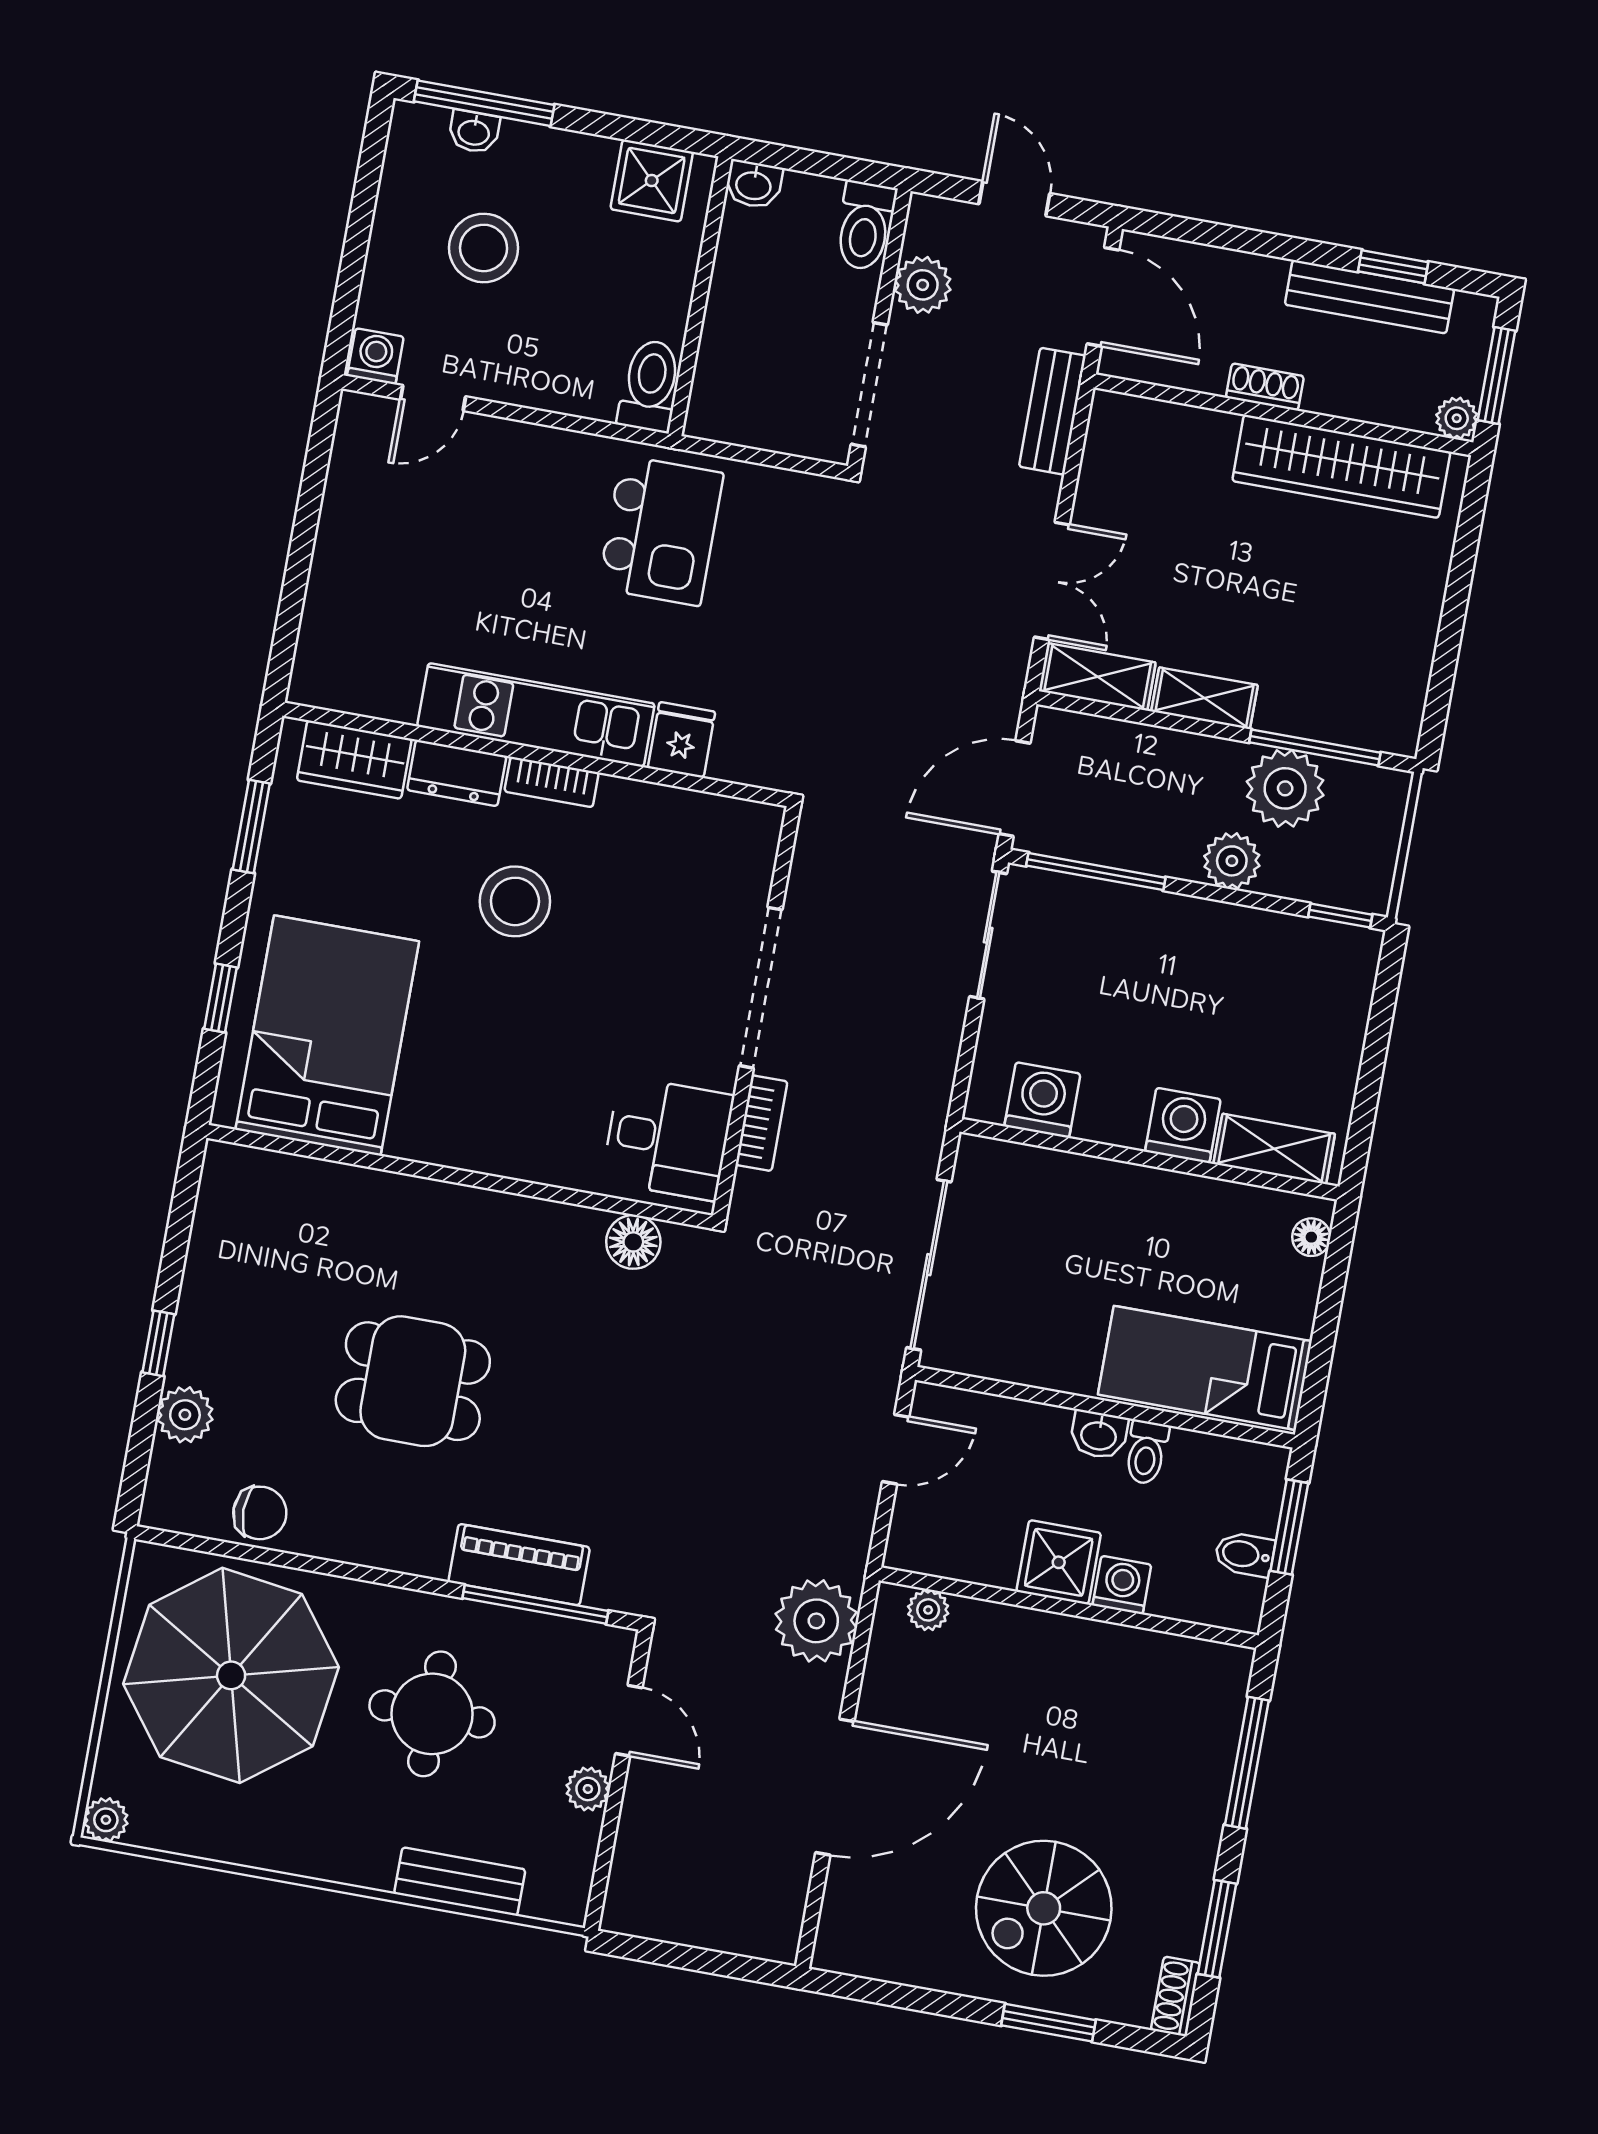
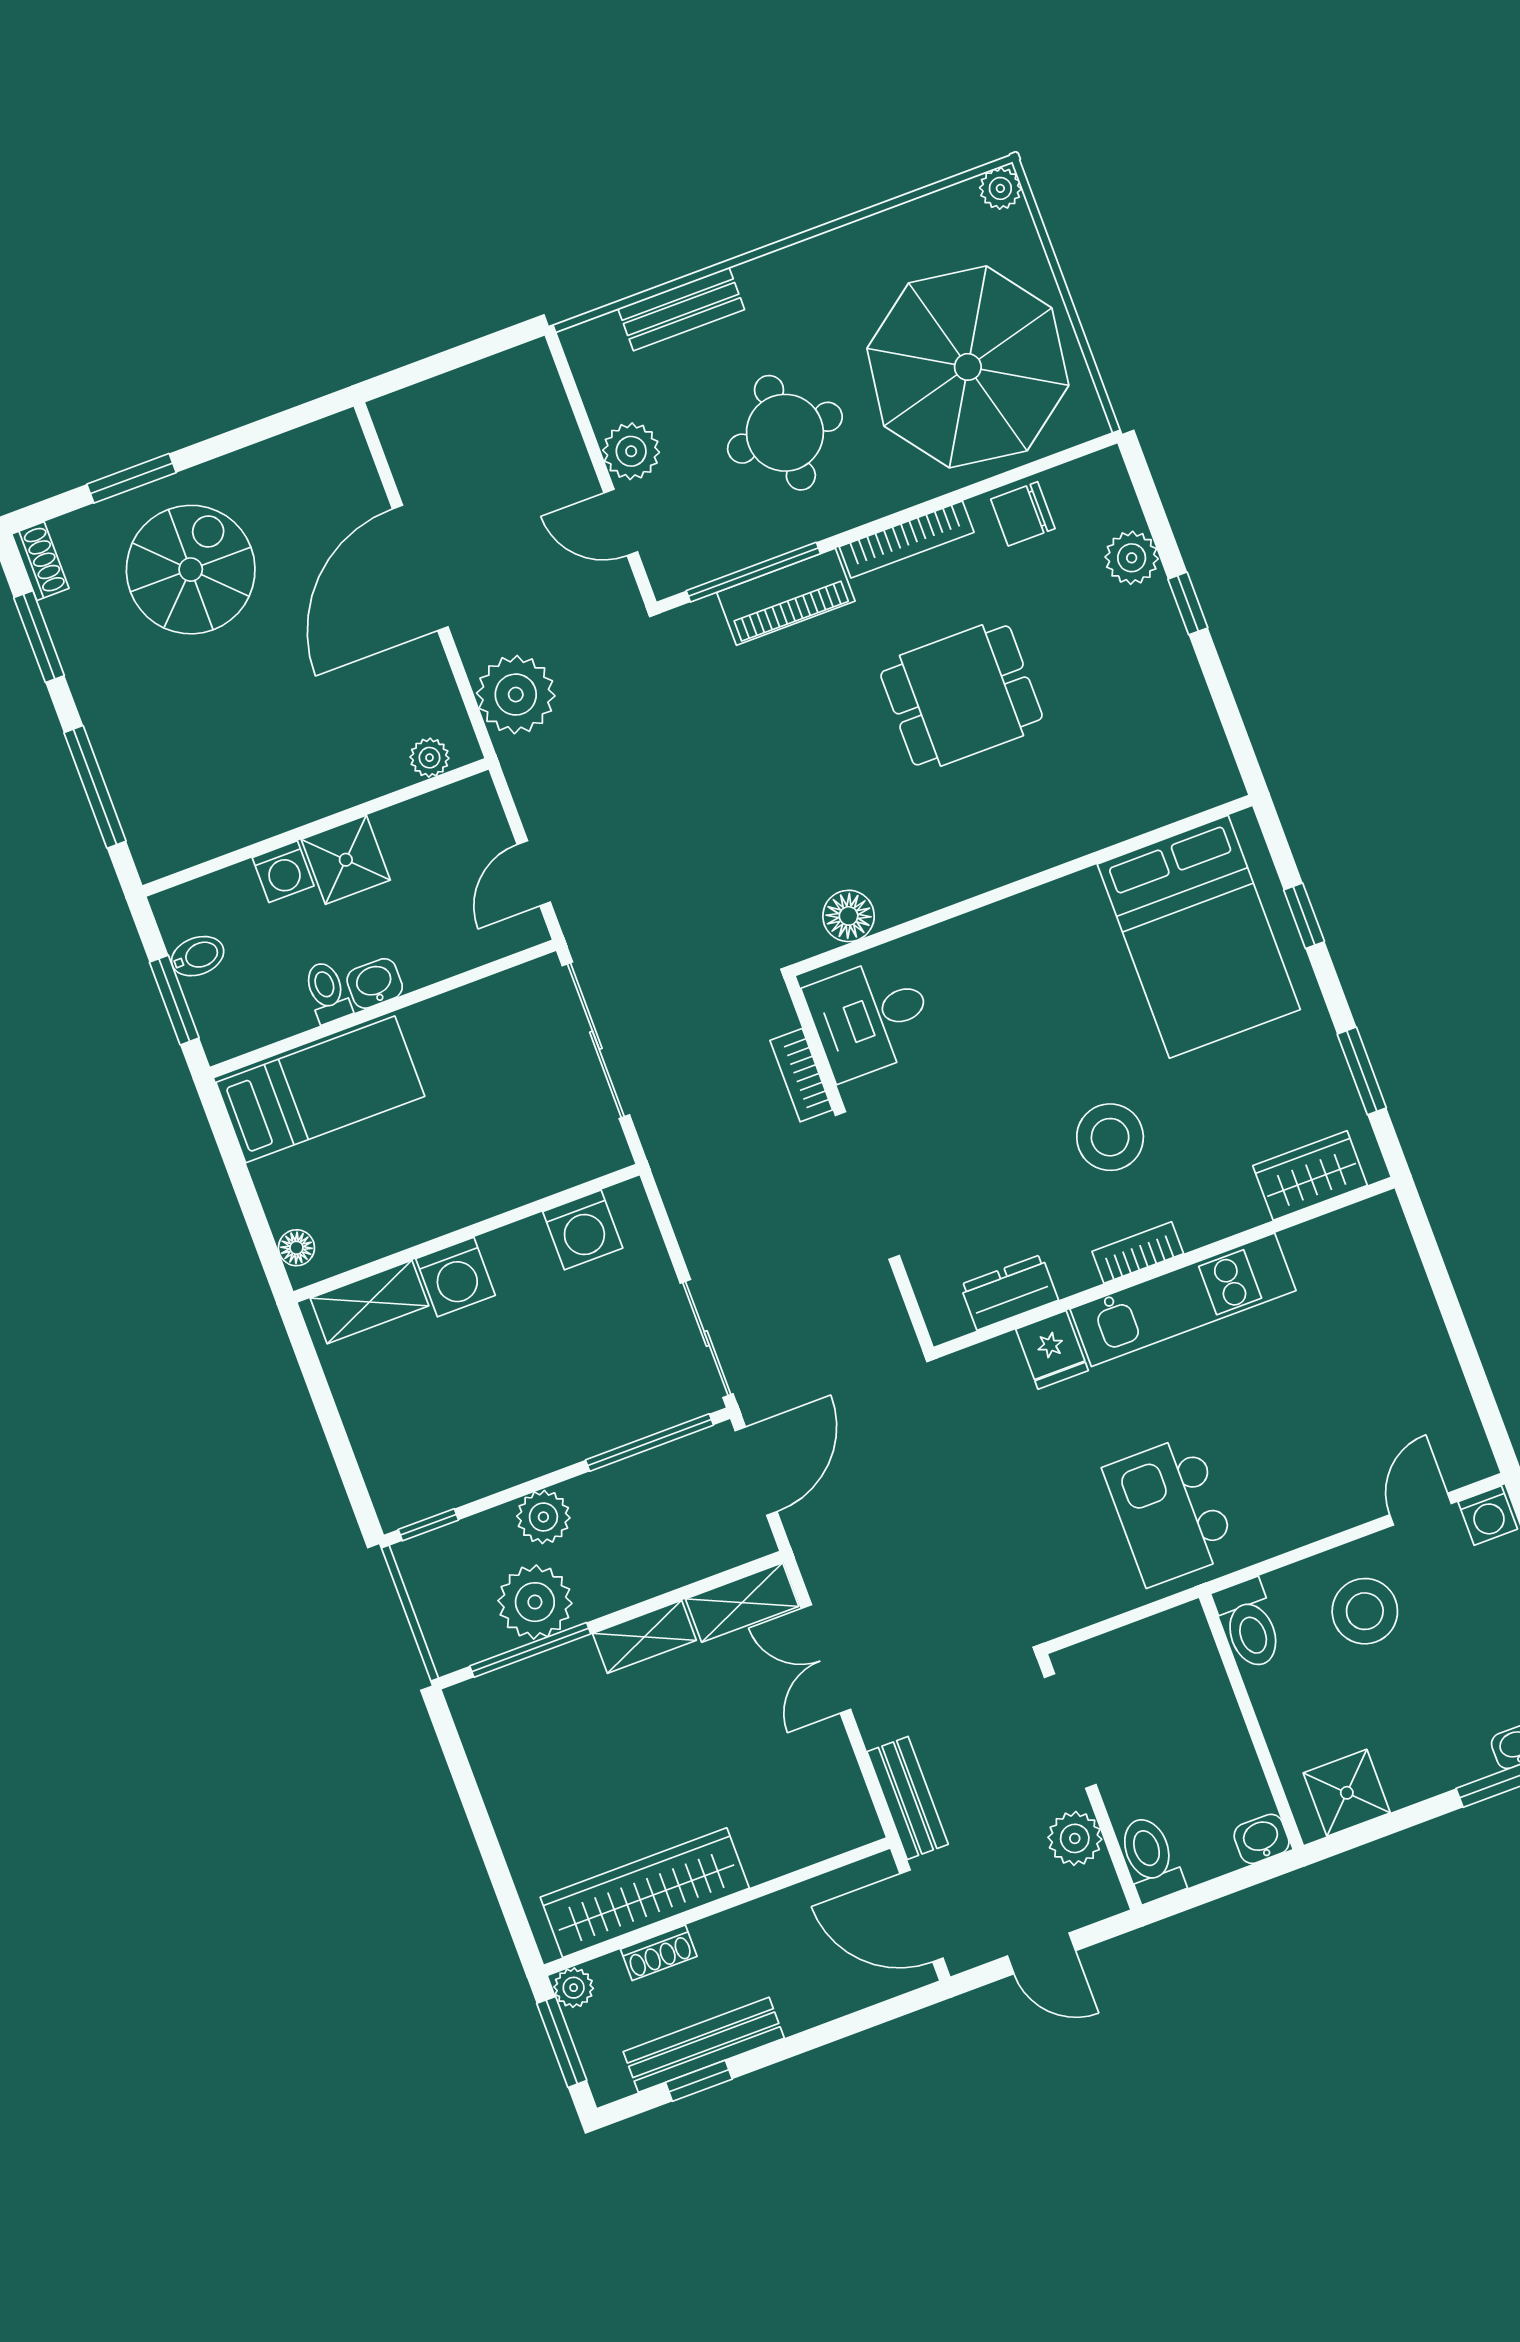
stool: (484, 248) -> (1365, 1611), moved
shoe rack: (1265, 387) -> (659, 1953), moved
dresser: (457, 773) -> (1009, 1292), moved
bookcase: (379, 1552) -> (907, 540), added
plant: (588, 1789) -> (631, 451), width x1.38, depth x1.38

